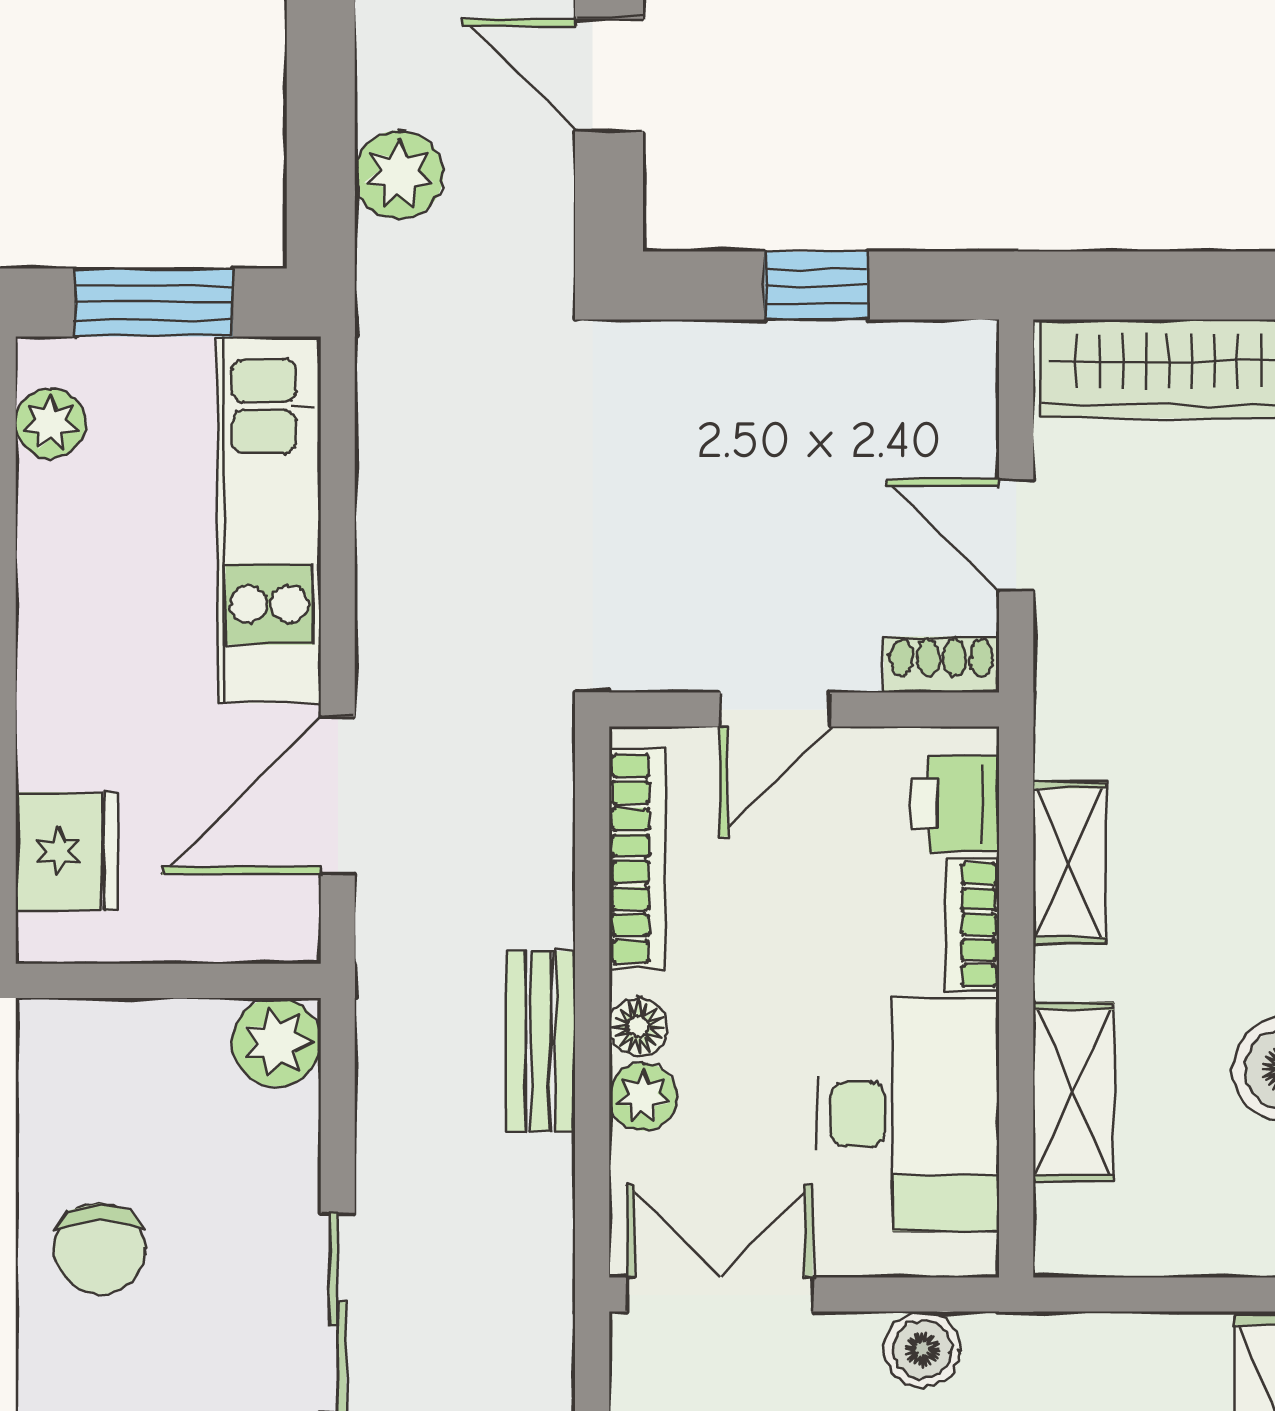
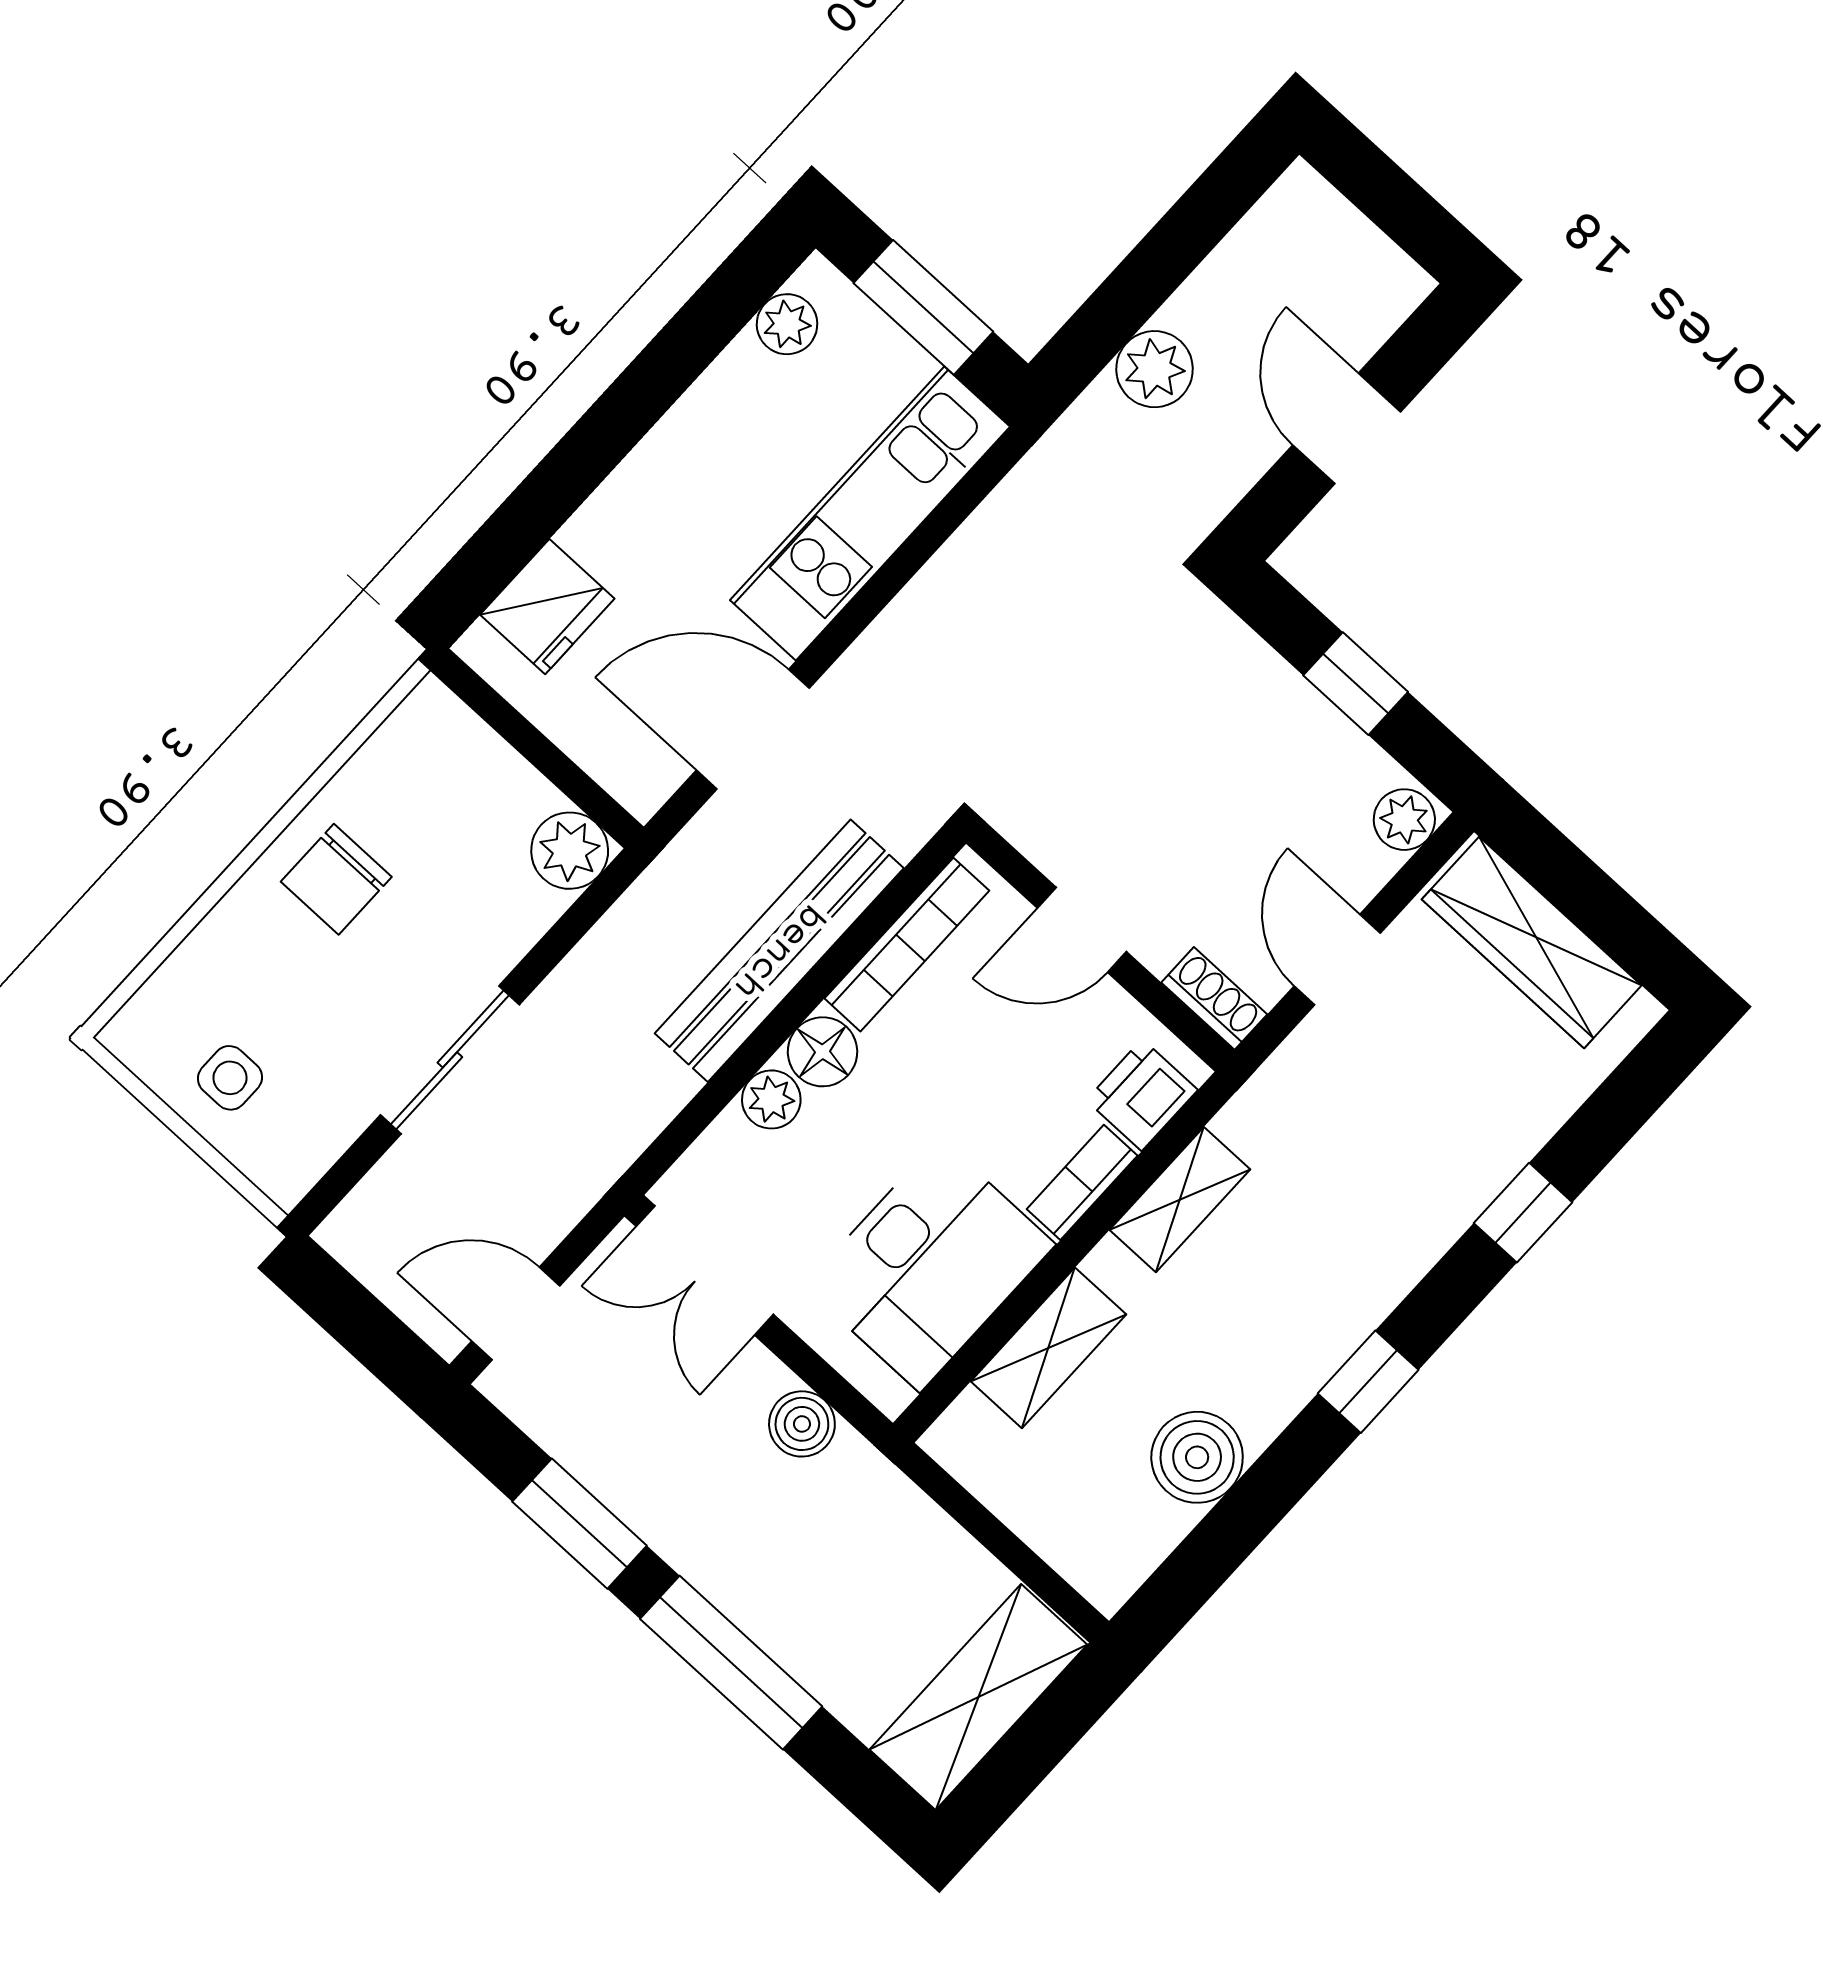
plant: (964, 364) -> (1404, 820), added
floor lamp: (638, 1027) -> (822, 1052), width x1.37, depth x1.37
bench: (541, 1041) -> (779, 951), width x1.86, depth x1.21
double door: (720, 1295) -> (705, 1270), swing flipped

